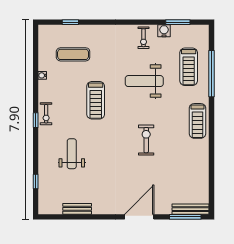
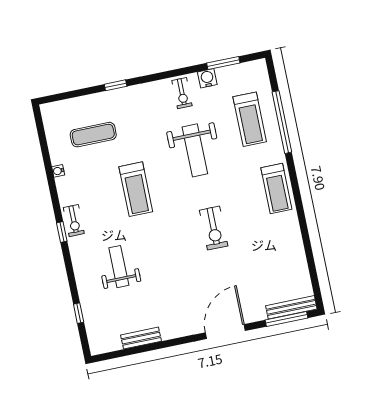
window: (70, 22) -> (116, 85), moved
weight bench: (144, 81) -> (195, 150), turned -90
exercise bike: (146, 140) -> (214, 228), turned 180

